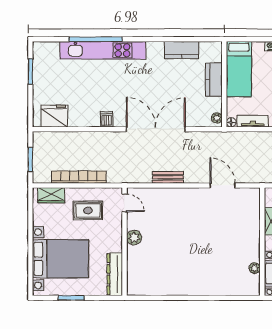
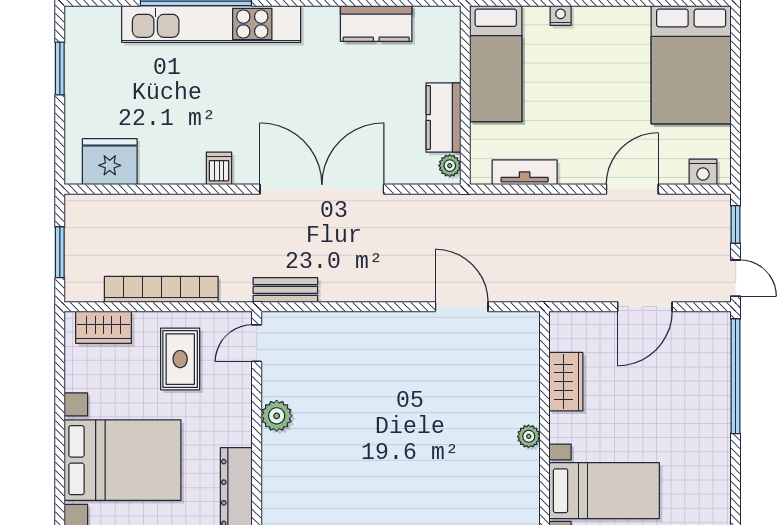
kitchen counter: (214, 79) -> (443, 117), moved
floor lamp: (231, 122) -> (480, 175), removed
bench: (168, 177) -> (285, 290), moved
door: (124, 203) -> (257, 343), swing flipped
rug: (88, 210) -> (180, 359), turned 90
plant: (255, 268) -> (529, 436), moved

